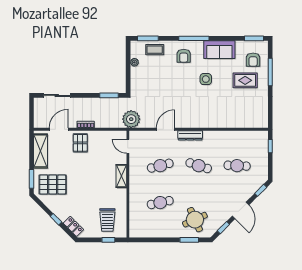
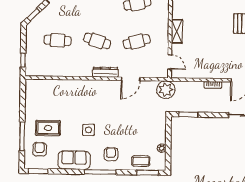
pallet: (80, 143) -> (219, 66), removed

